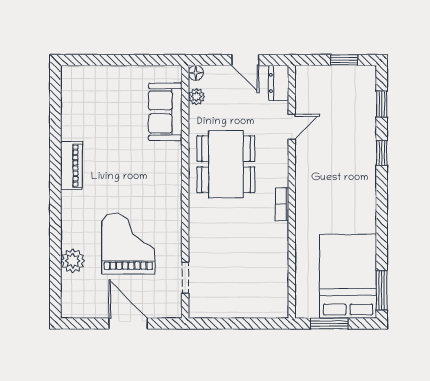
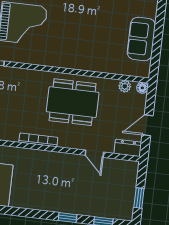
sofa: (165, 112) -> (141, 39), moved, turned -90
bookcase: (282, 204) -> (38, 140), width x1.56

